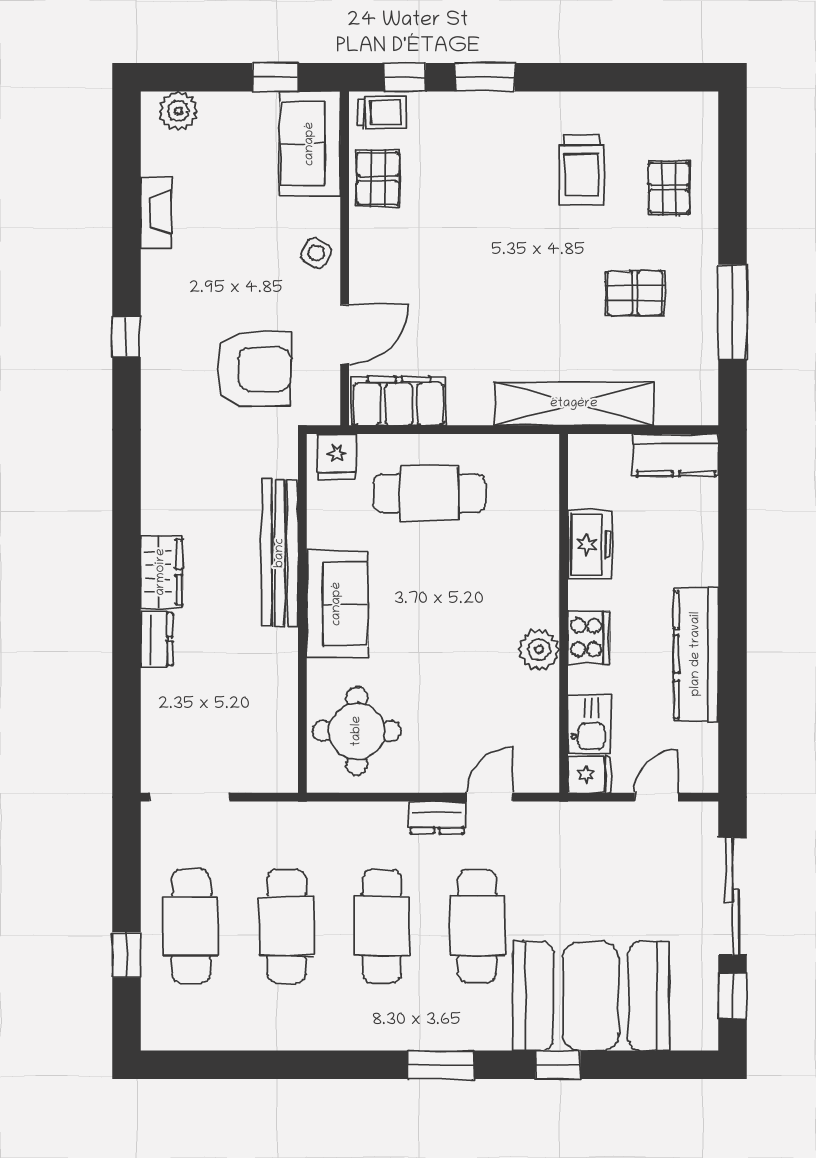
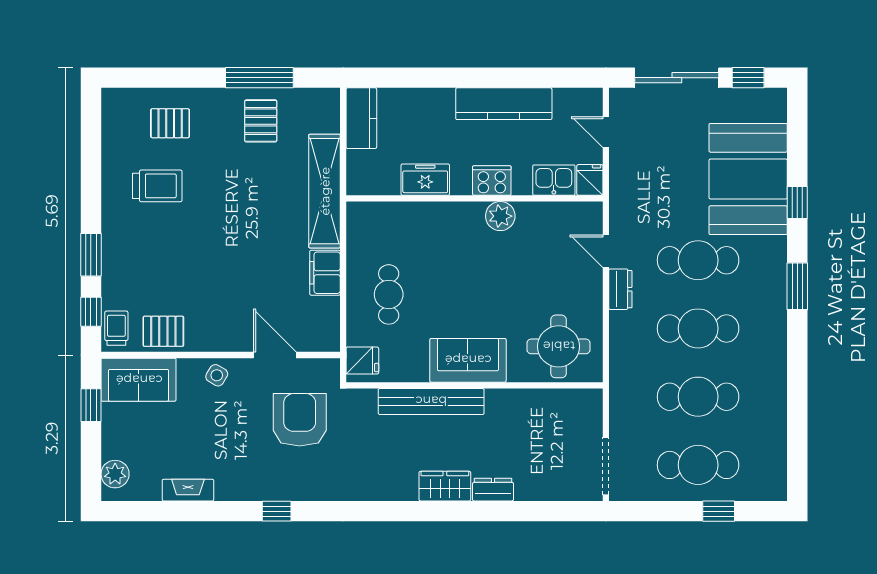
pallet: (635, 293) -> (261, 121), moved
filing cabinet: (399, 401) -> (325, 273), moved, width x0.67, depth x0.86
cafe table: (429, 493) -> (389, 294), width x0.73, depth x0.74

